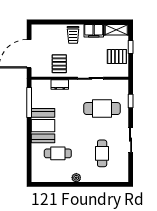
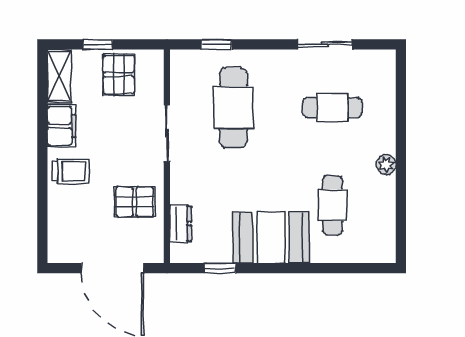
dresser: (60, 85) -> (180, 224), moved
window: (29, 103) -> (220, 268), width x0.46
sliding door: (131, 140) -> (325, 44), moved

